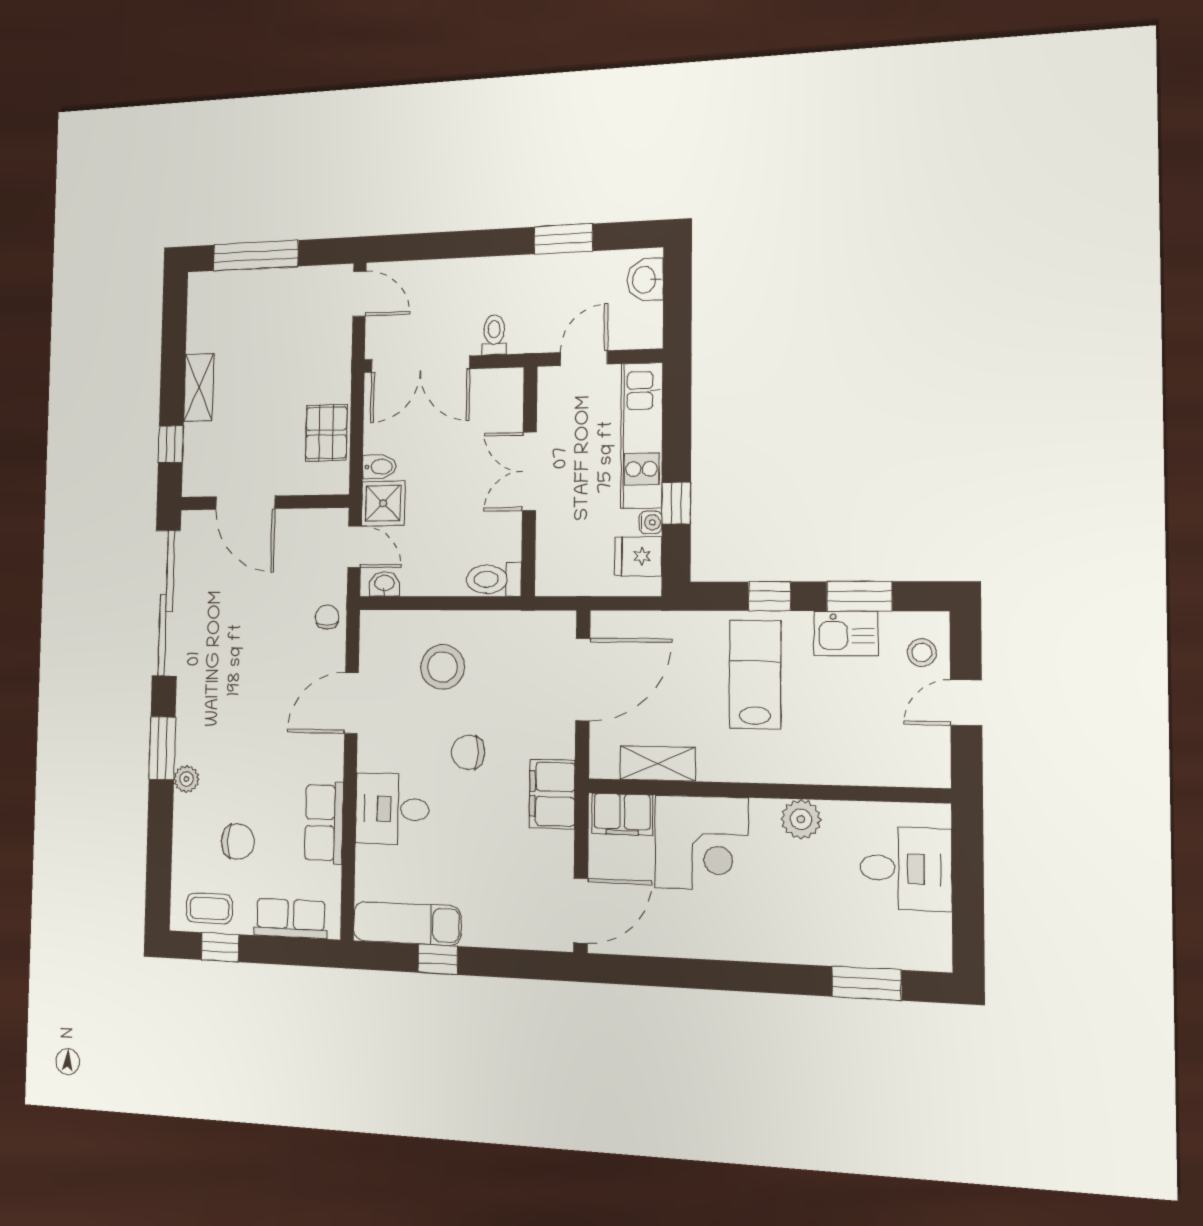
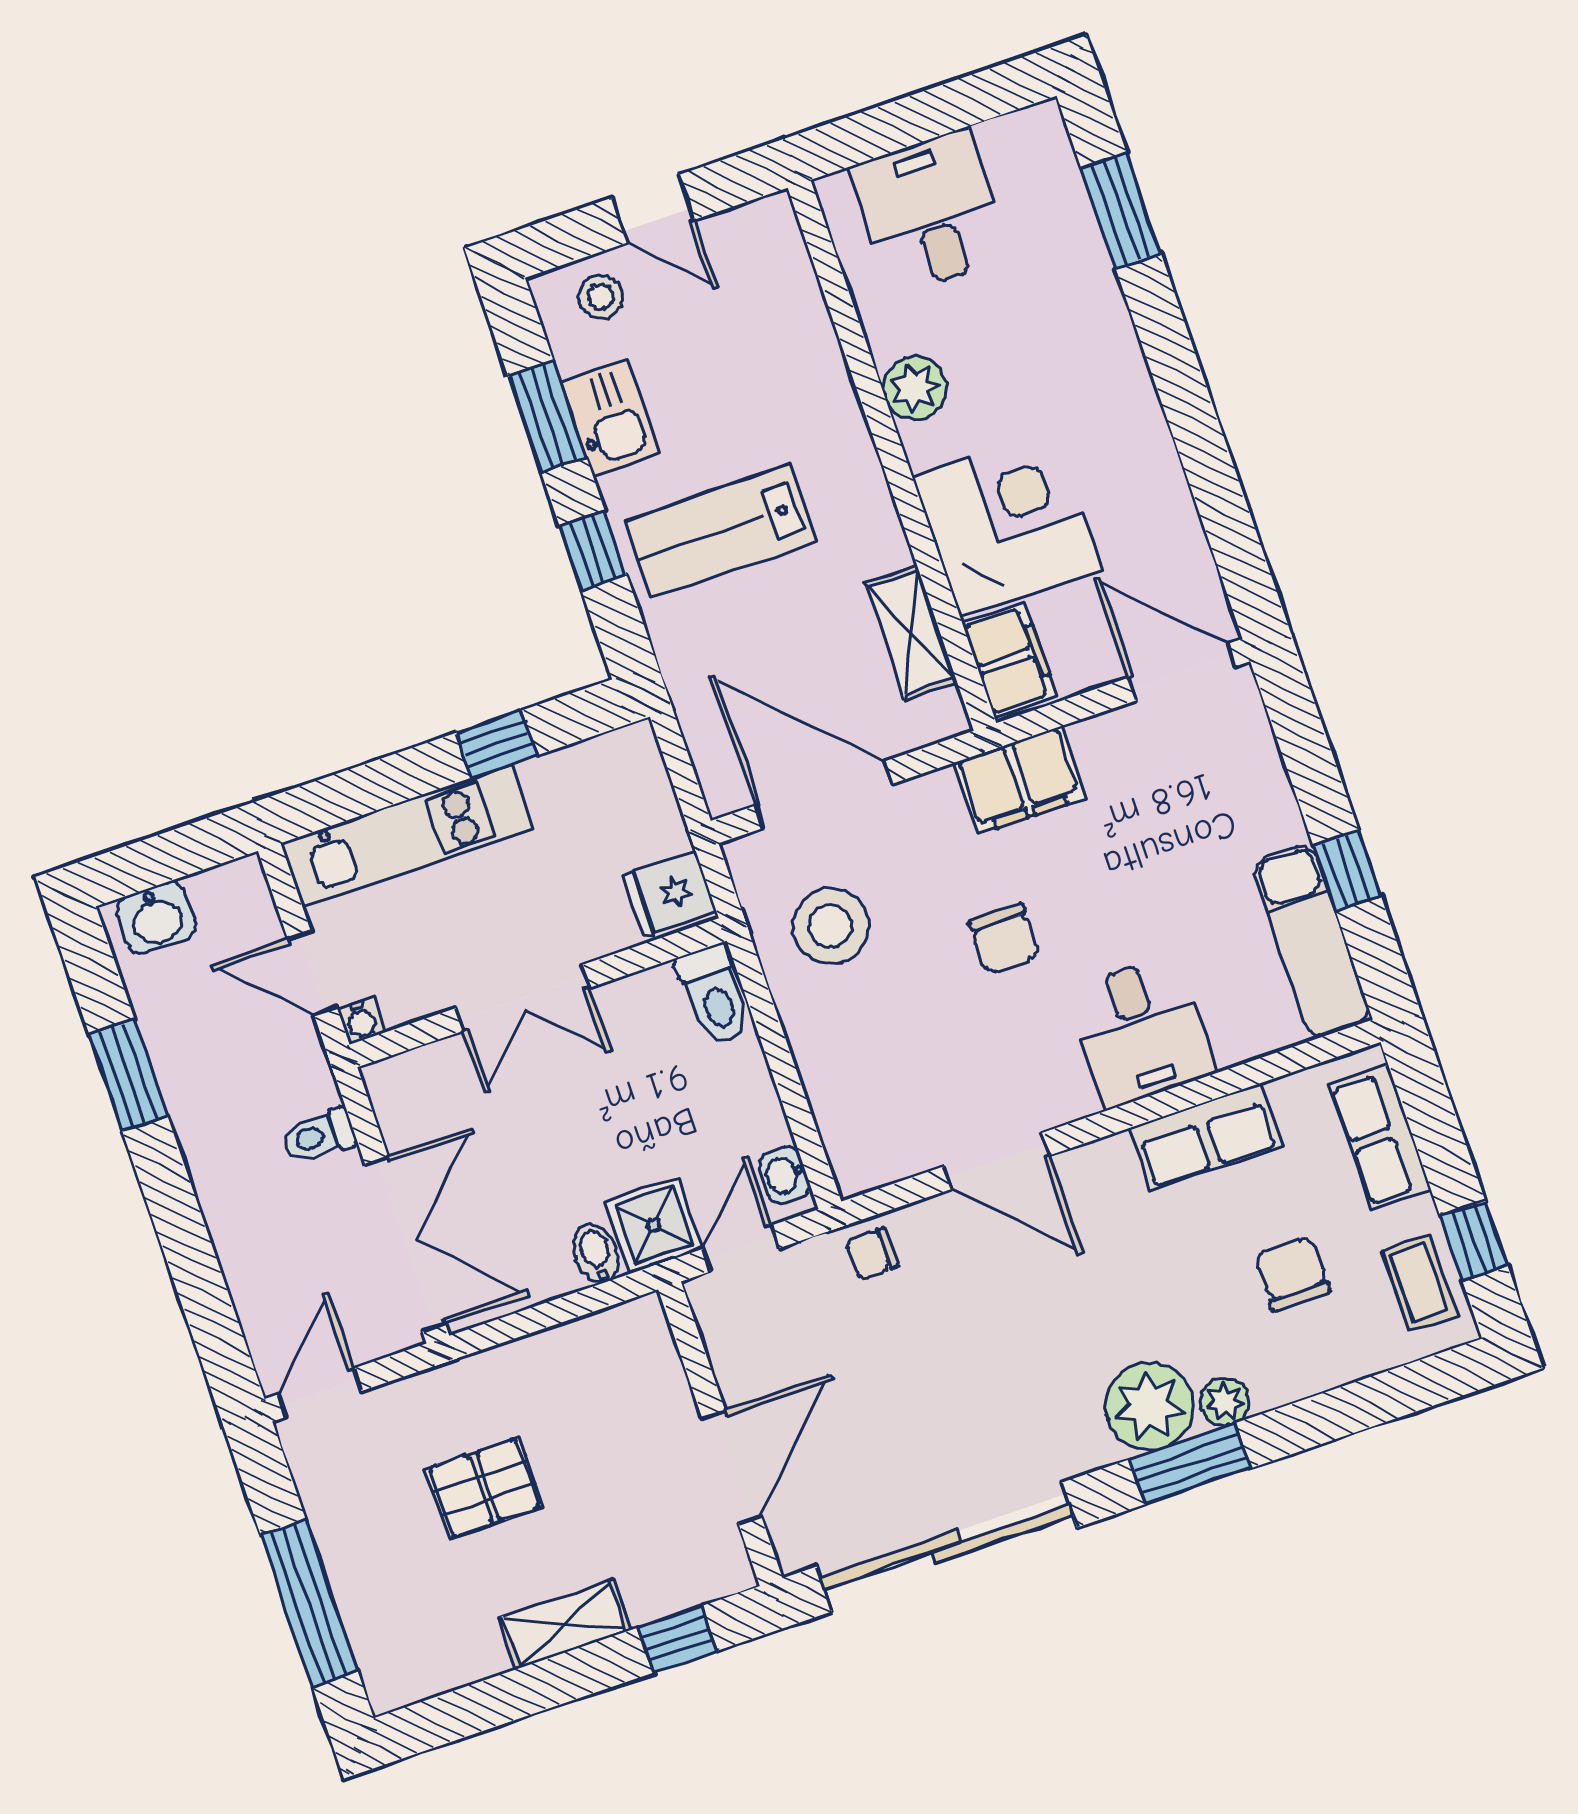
pallet: (326, 433) -> (484, 1488), moved
water cooler: (651, 522) -> (361, 1021), moved, turned 180
fridge: (638, 556) -> (670, 894), moved, turned 90
stool: (443, 667) -> (831, 926), moved
plant: (198, 738) -> (1149, 1406), added

